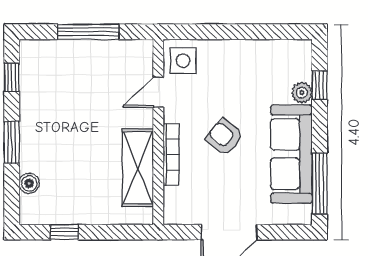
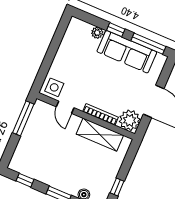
window: (88, 32) -> (23, 118), moved
window: (320, 85) -> (116, 30), moved
armchair: (224, 137) -> (103, 83), removed
plant: (182, 206) -> (130, 120), added

